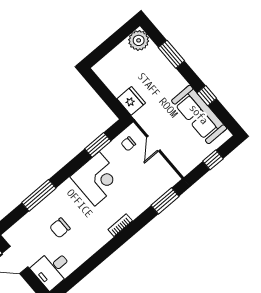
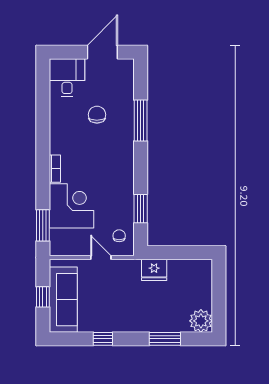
sofa: (199, 114) -> (63, 300), moved, turned 90
corner desk: (97, 179) -> (71, 206), moved, turned 180

